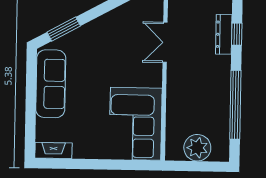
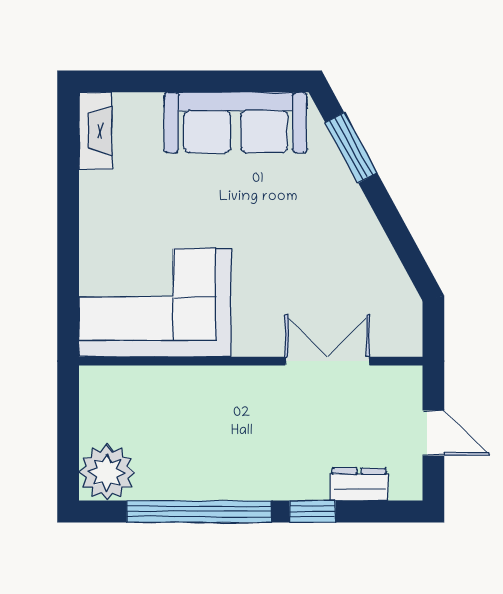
dresser: (224, 34) -> (359, 484), width x0.70
window: (237, 34) -> (312, 511), moved
plant: (197, 148) -> (107, 473), moved

